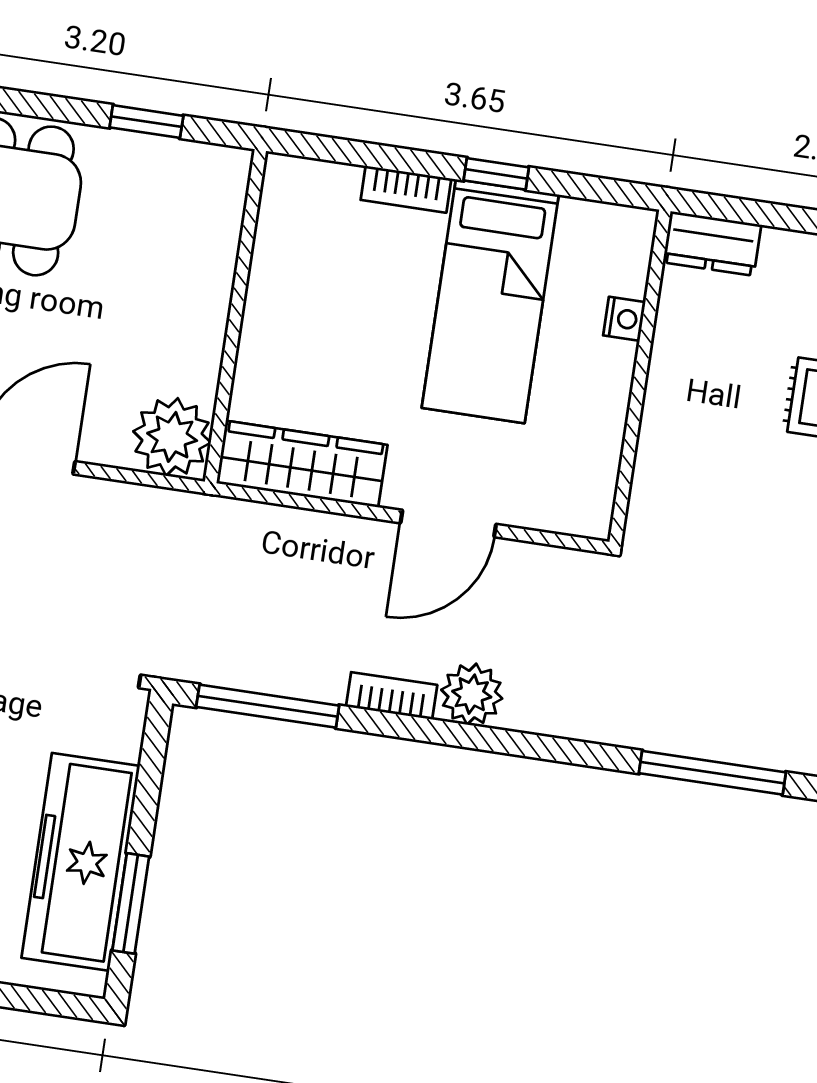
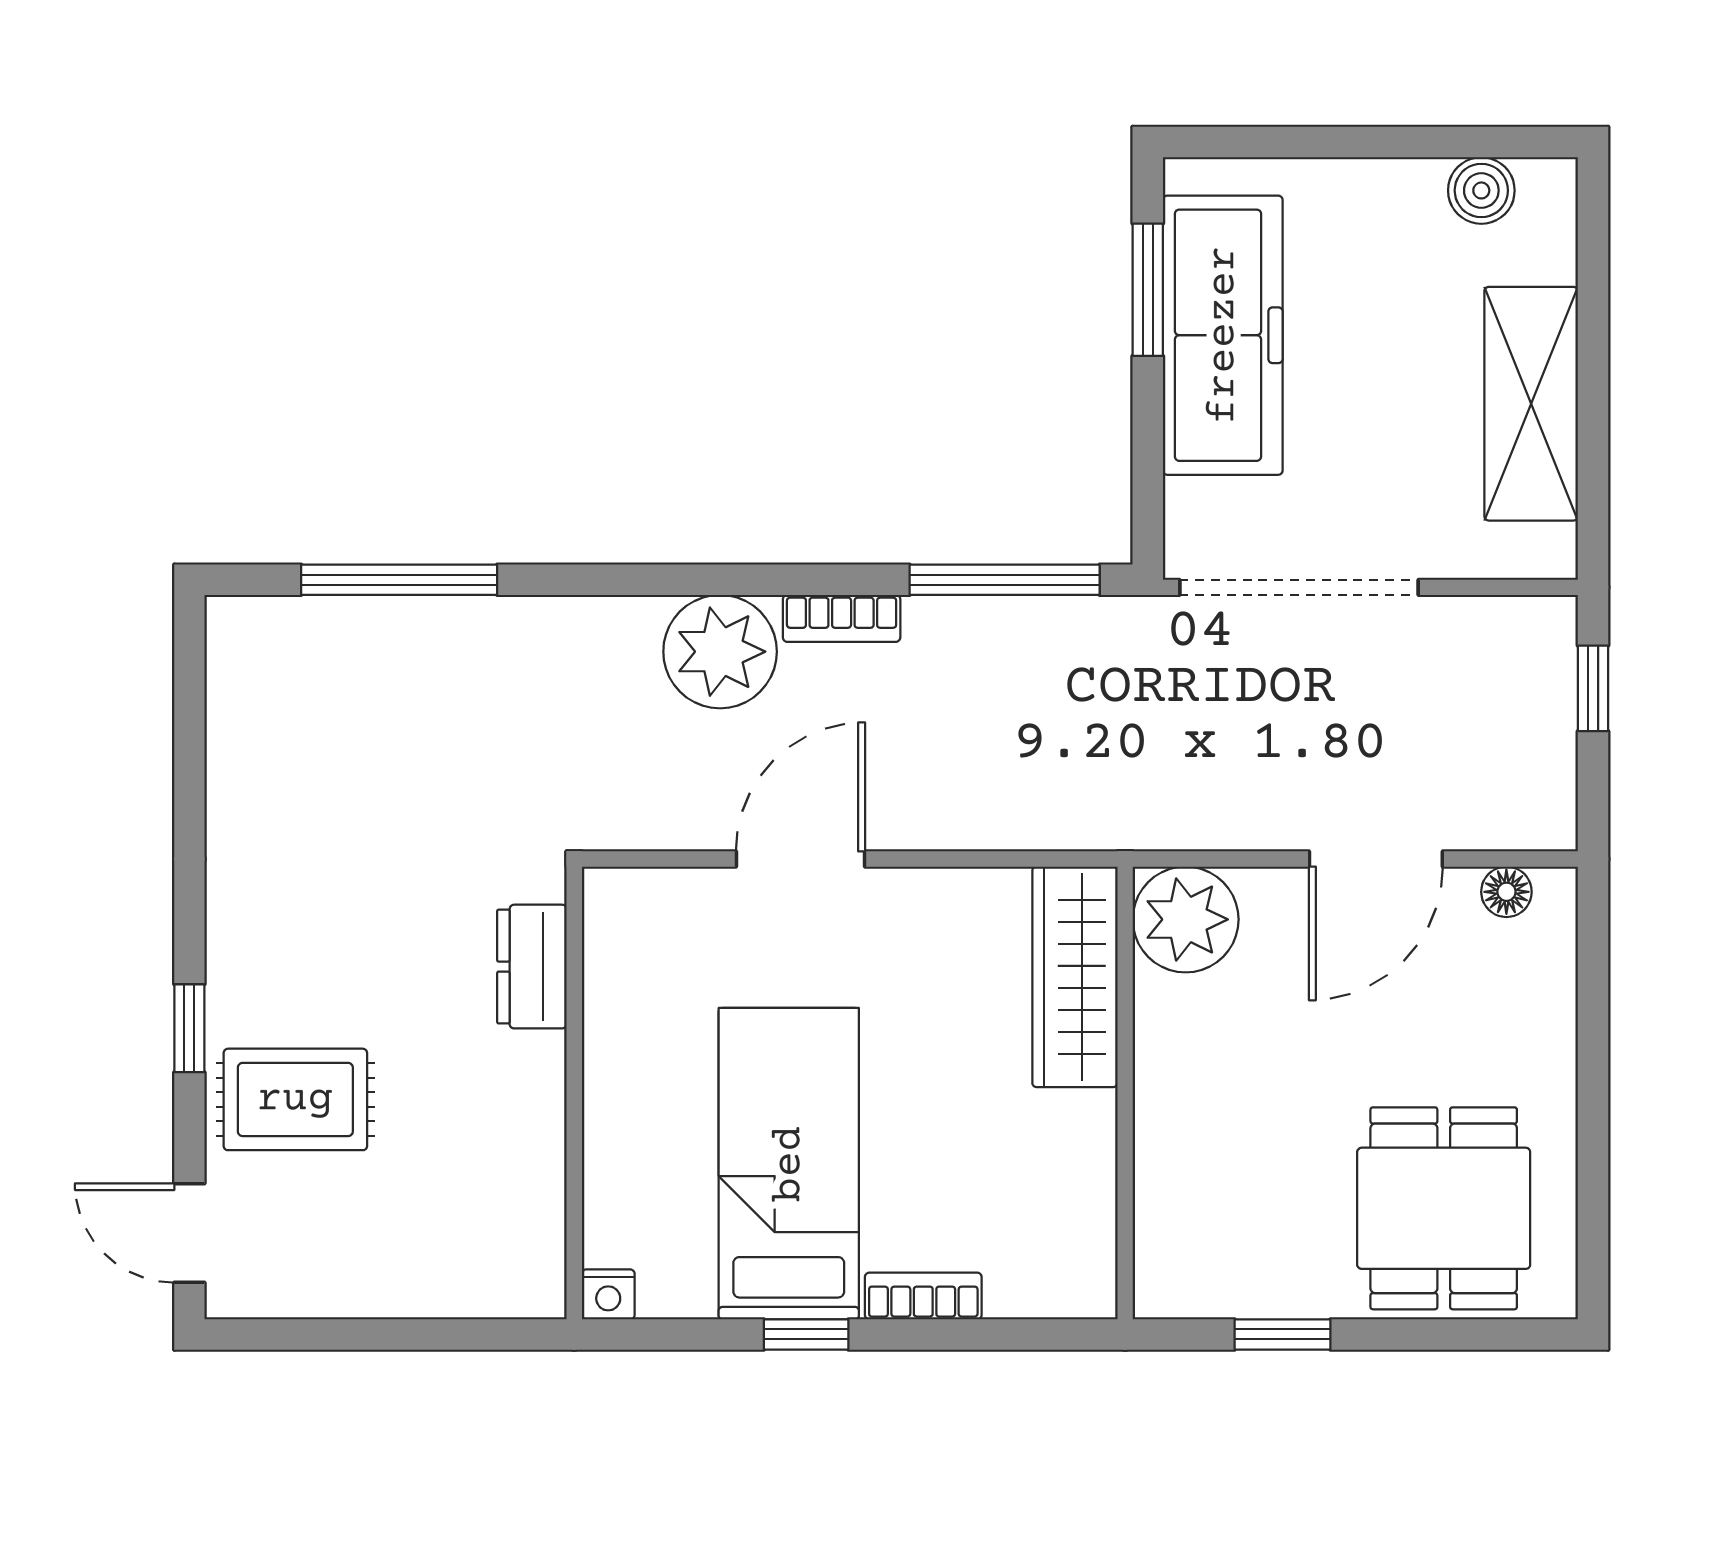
dresser: (712, 244) -> (532, 967), moved, turned -90
nightstand: (624, 319) -> (608, 1294), moved, turned -90
wardrobe: (302, 464) -> (1075, 977), moved, turned 90
plant: (472, 694) -> (720, 652), width x1.36, depth x1.36

